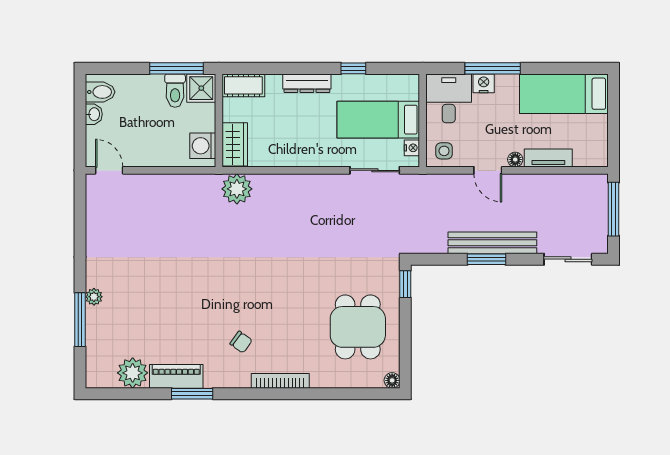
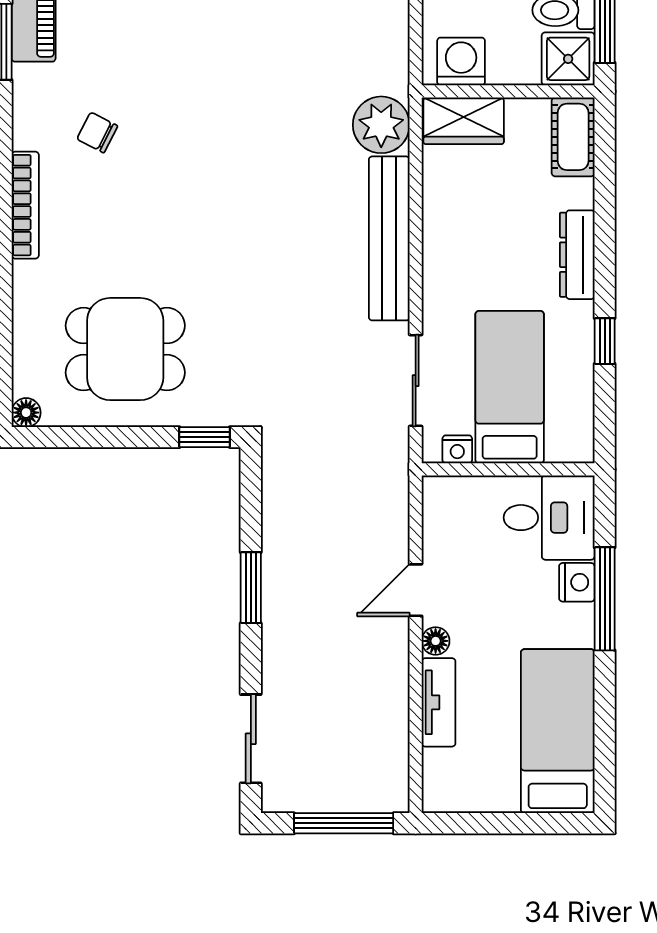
side table: (444, 151) -> (452, 509), removed
bench: (492, 243) -> (389, 238), moved
chair: (241, 342) -> (97, 133), turned 81

